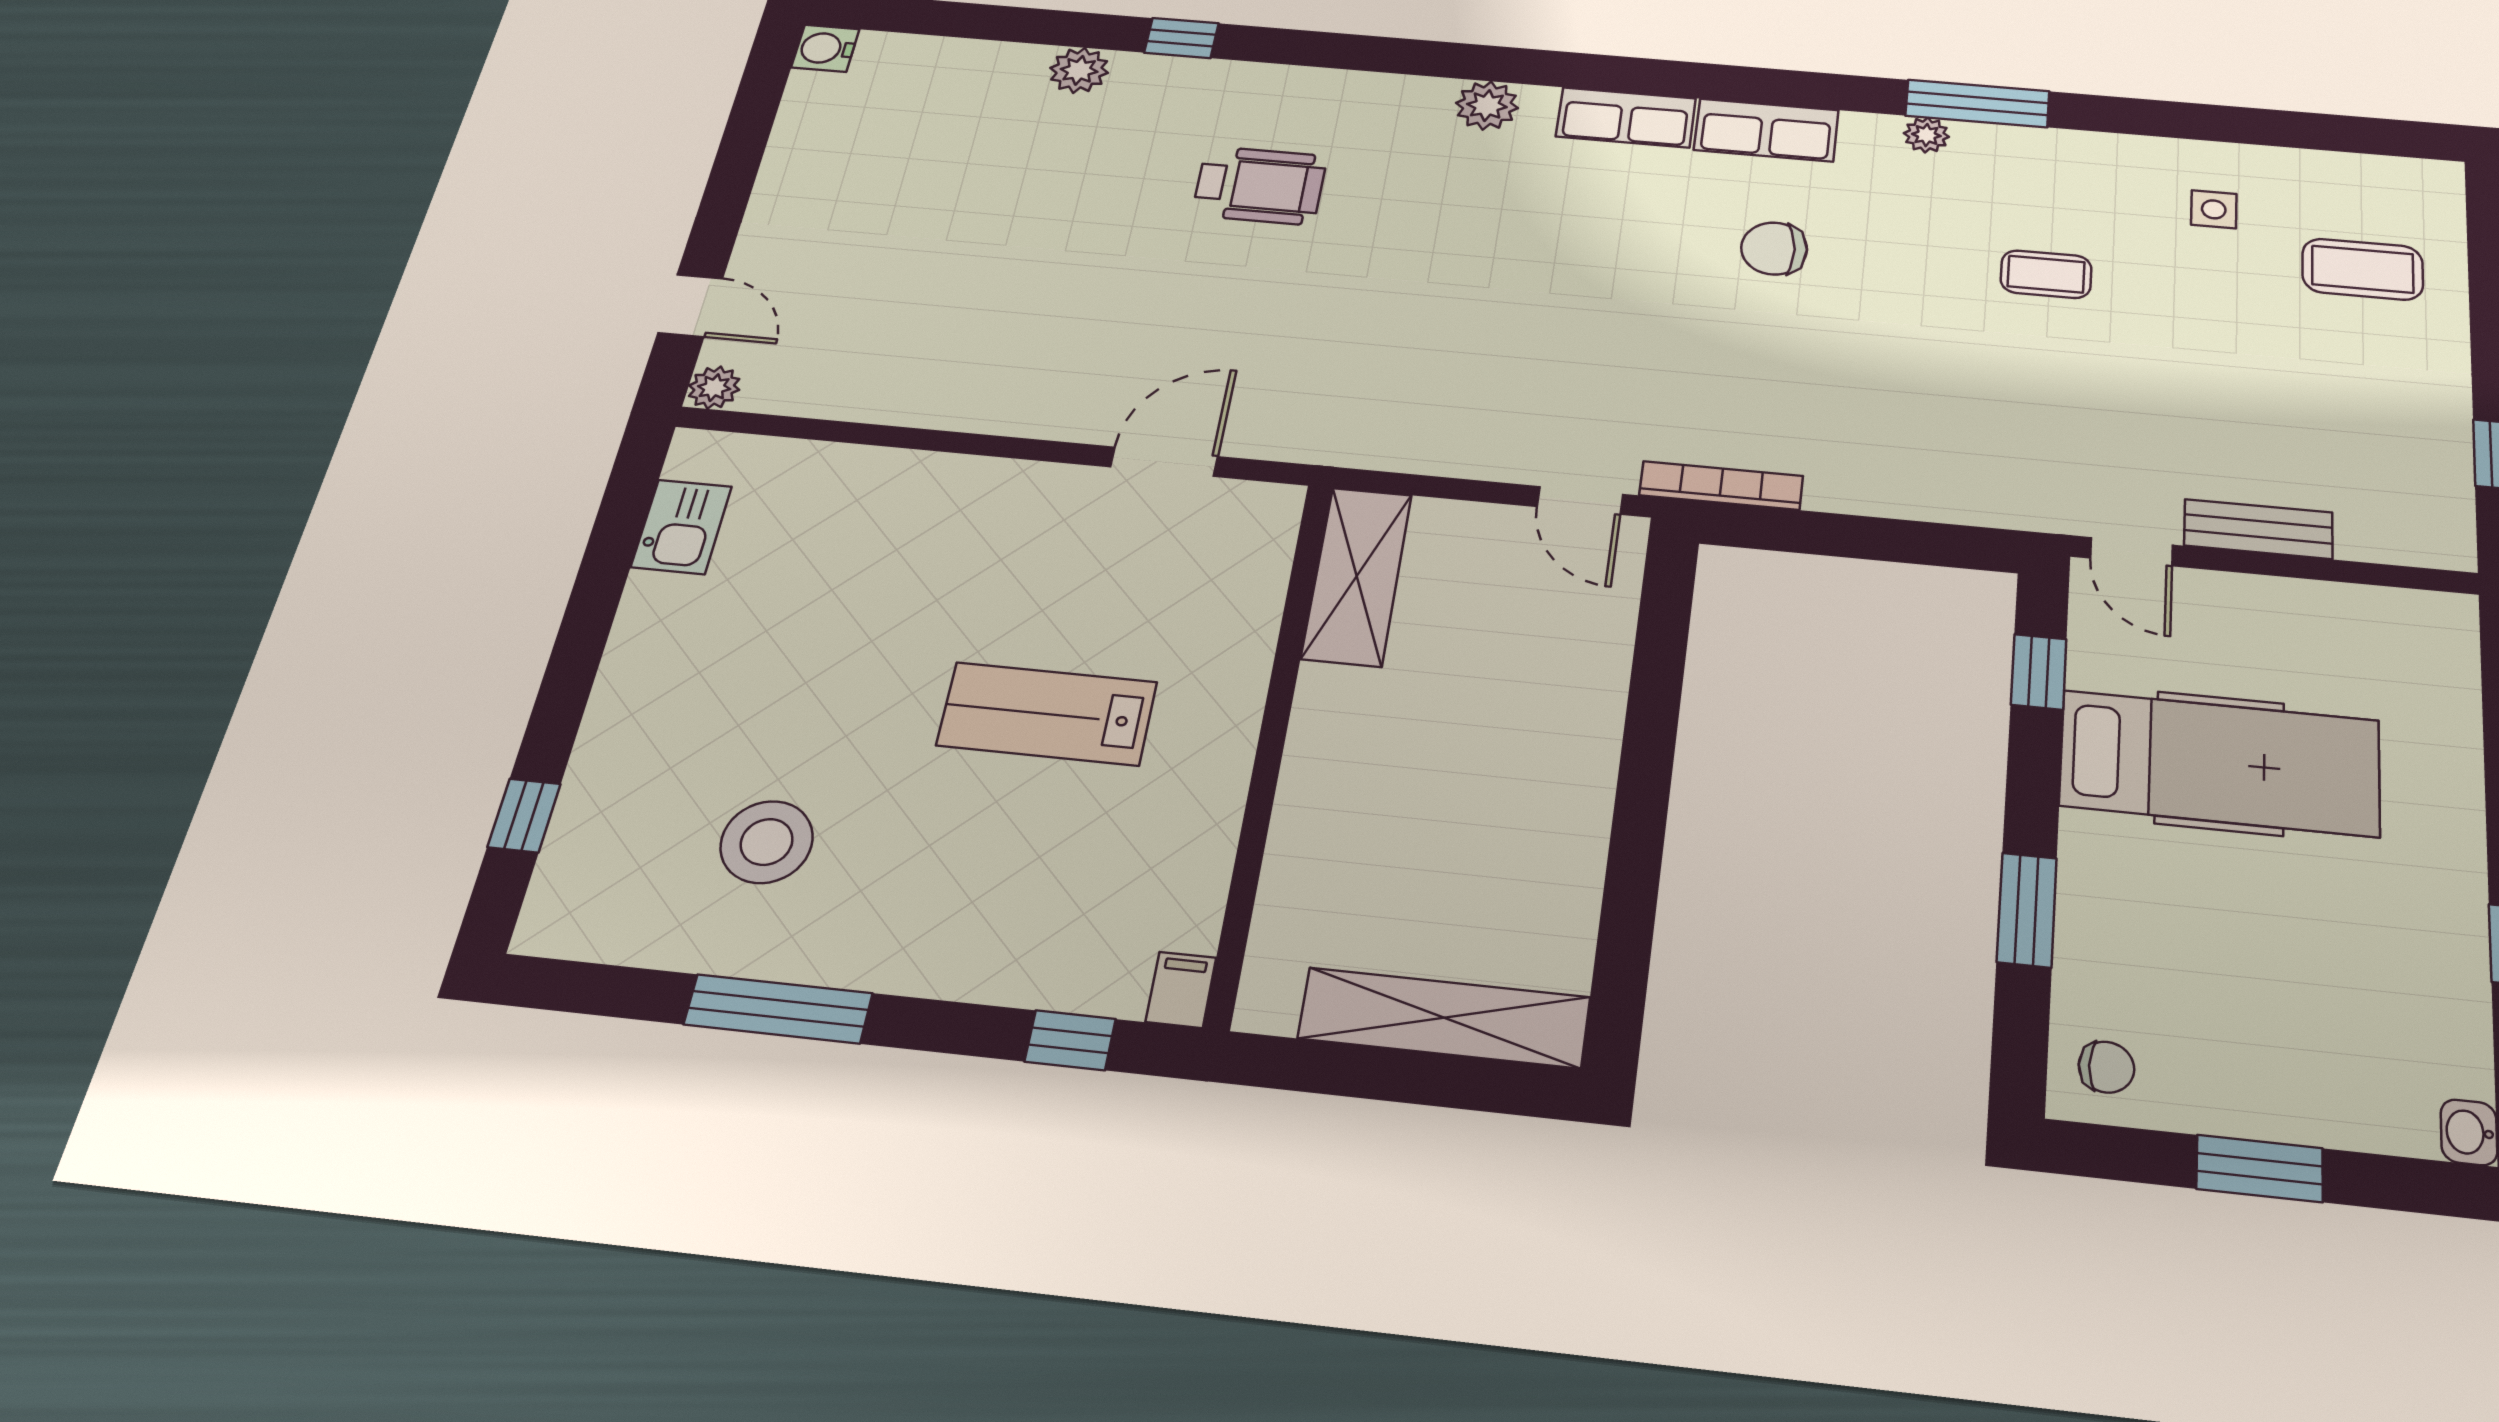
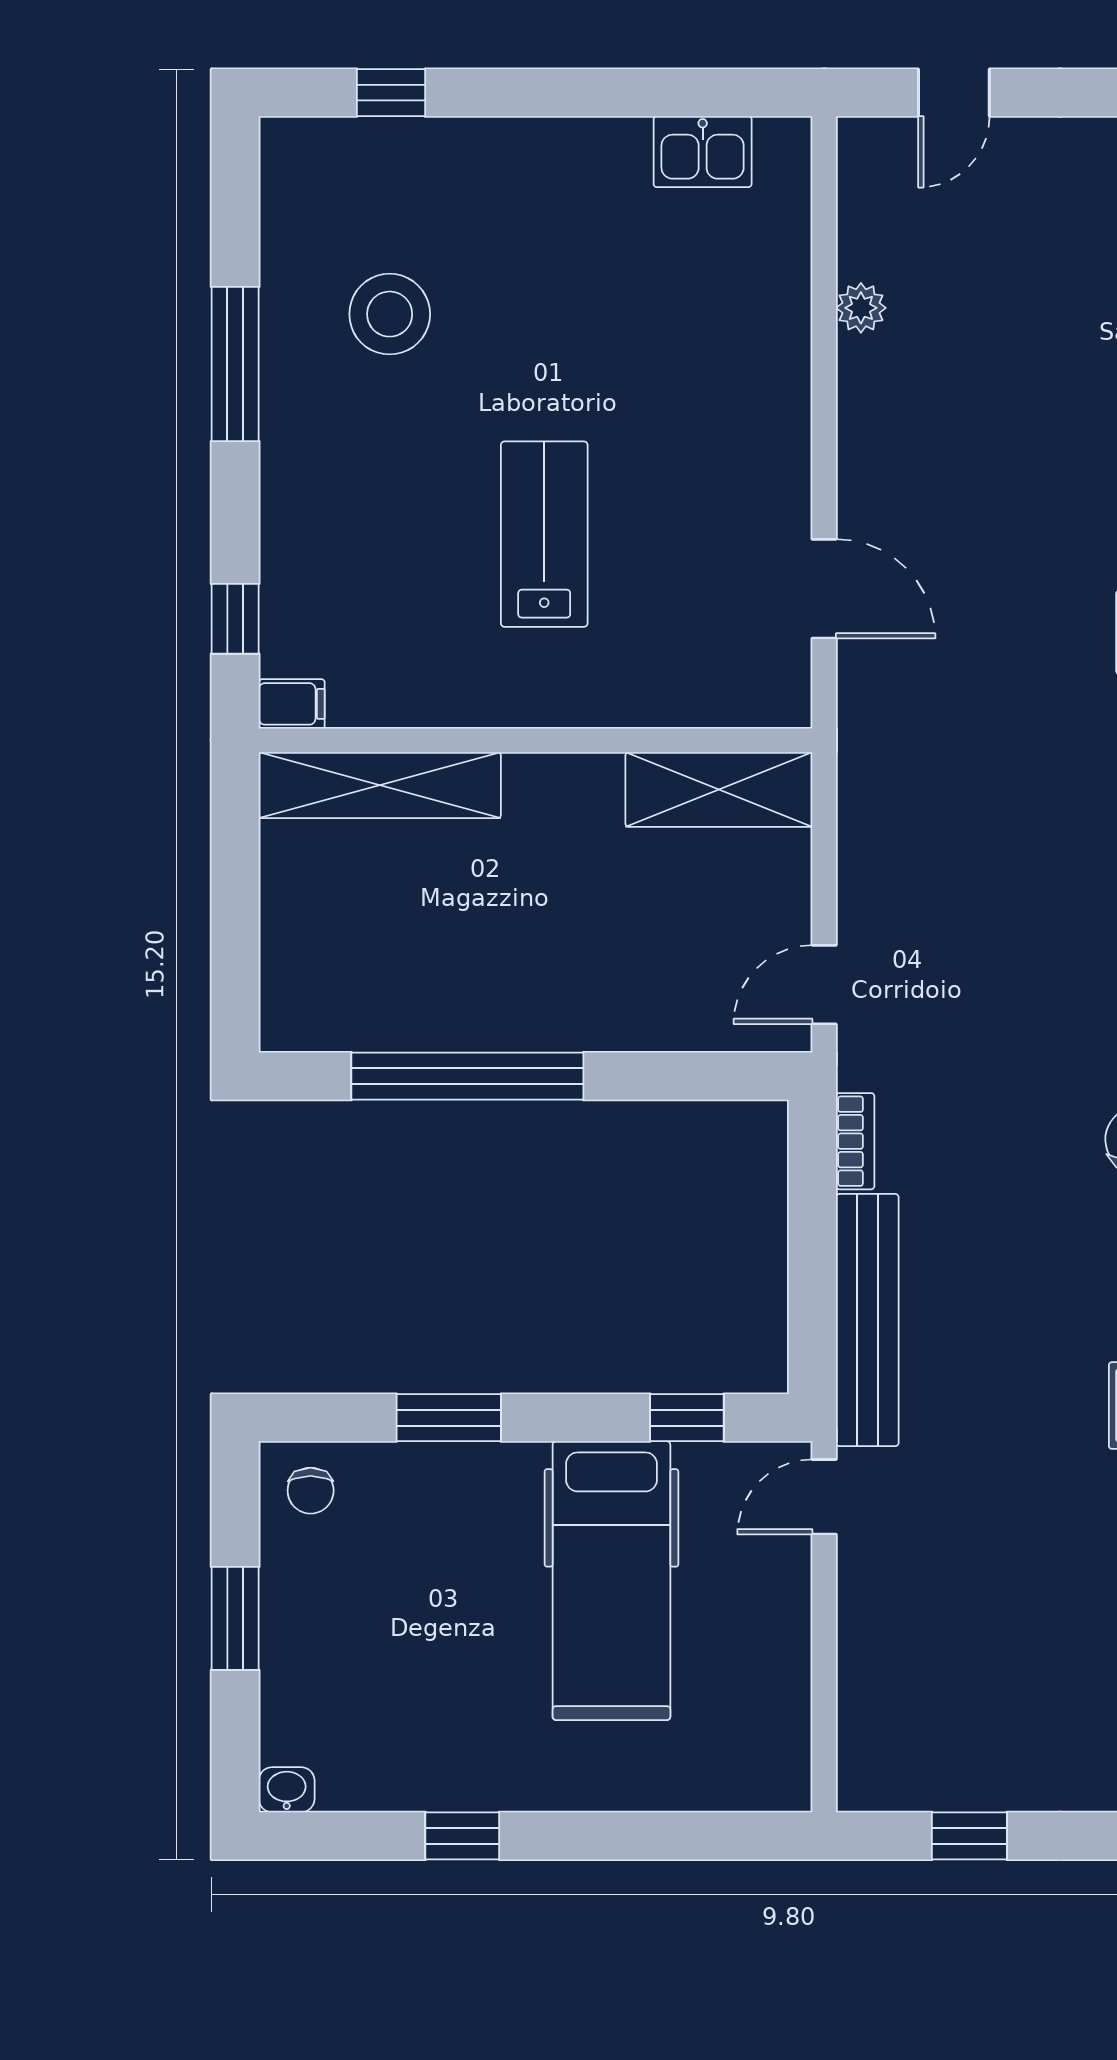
plant: (714, 388) -> (861, 308), moved
bookcase: (1721, 486) -> (855, 1141), width x0.64
bench: (2258, 529) -> (867, 1320), moved, width x1.86, depth x1.21
window: (1636, 851) -> (467, 1076), added
shelving: (1444, 1018) -> (380, 785), moved, turned 90

